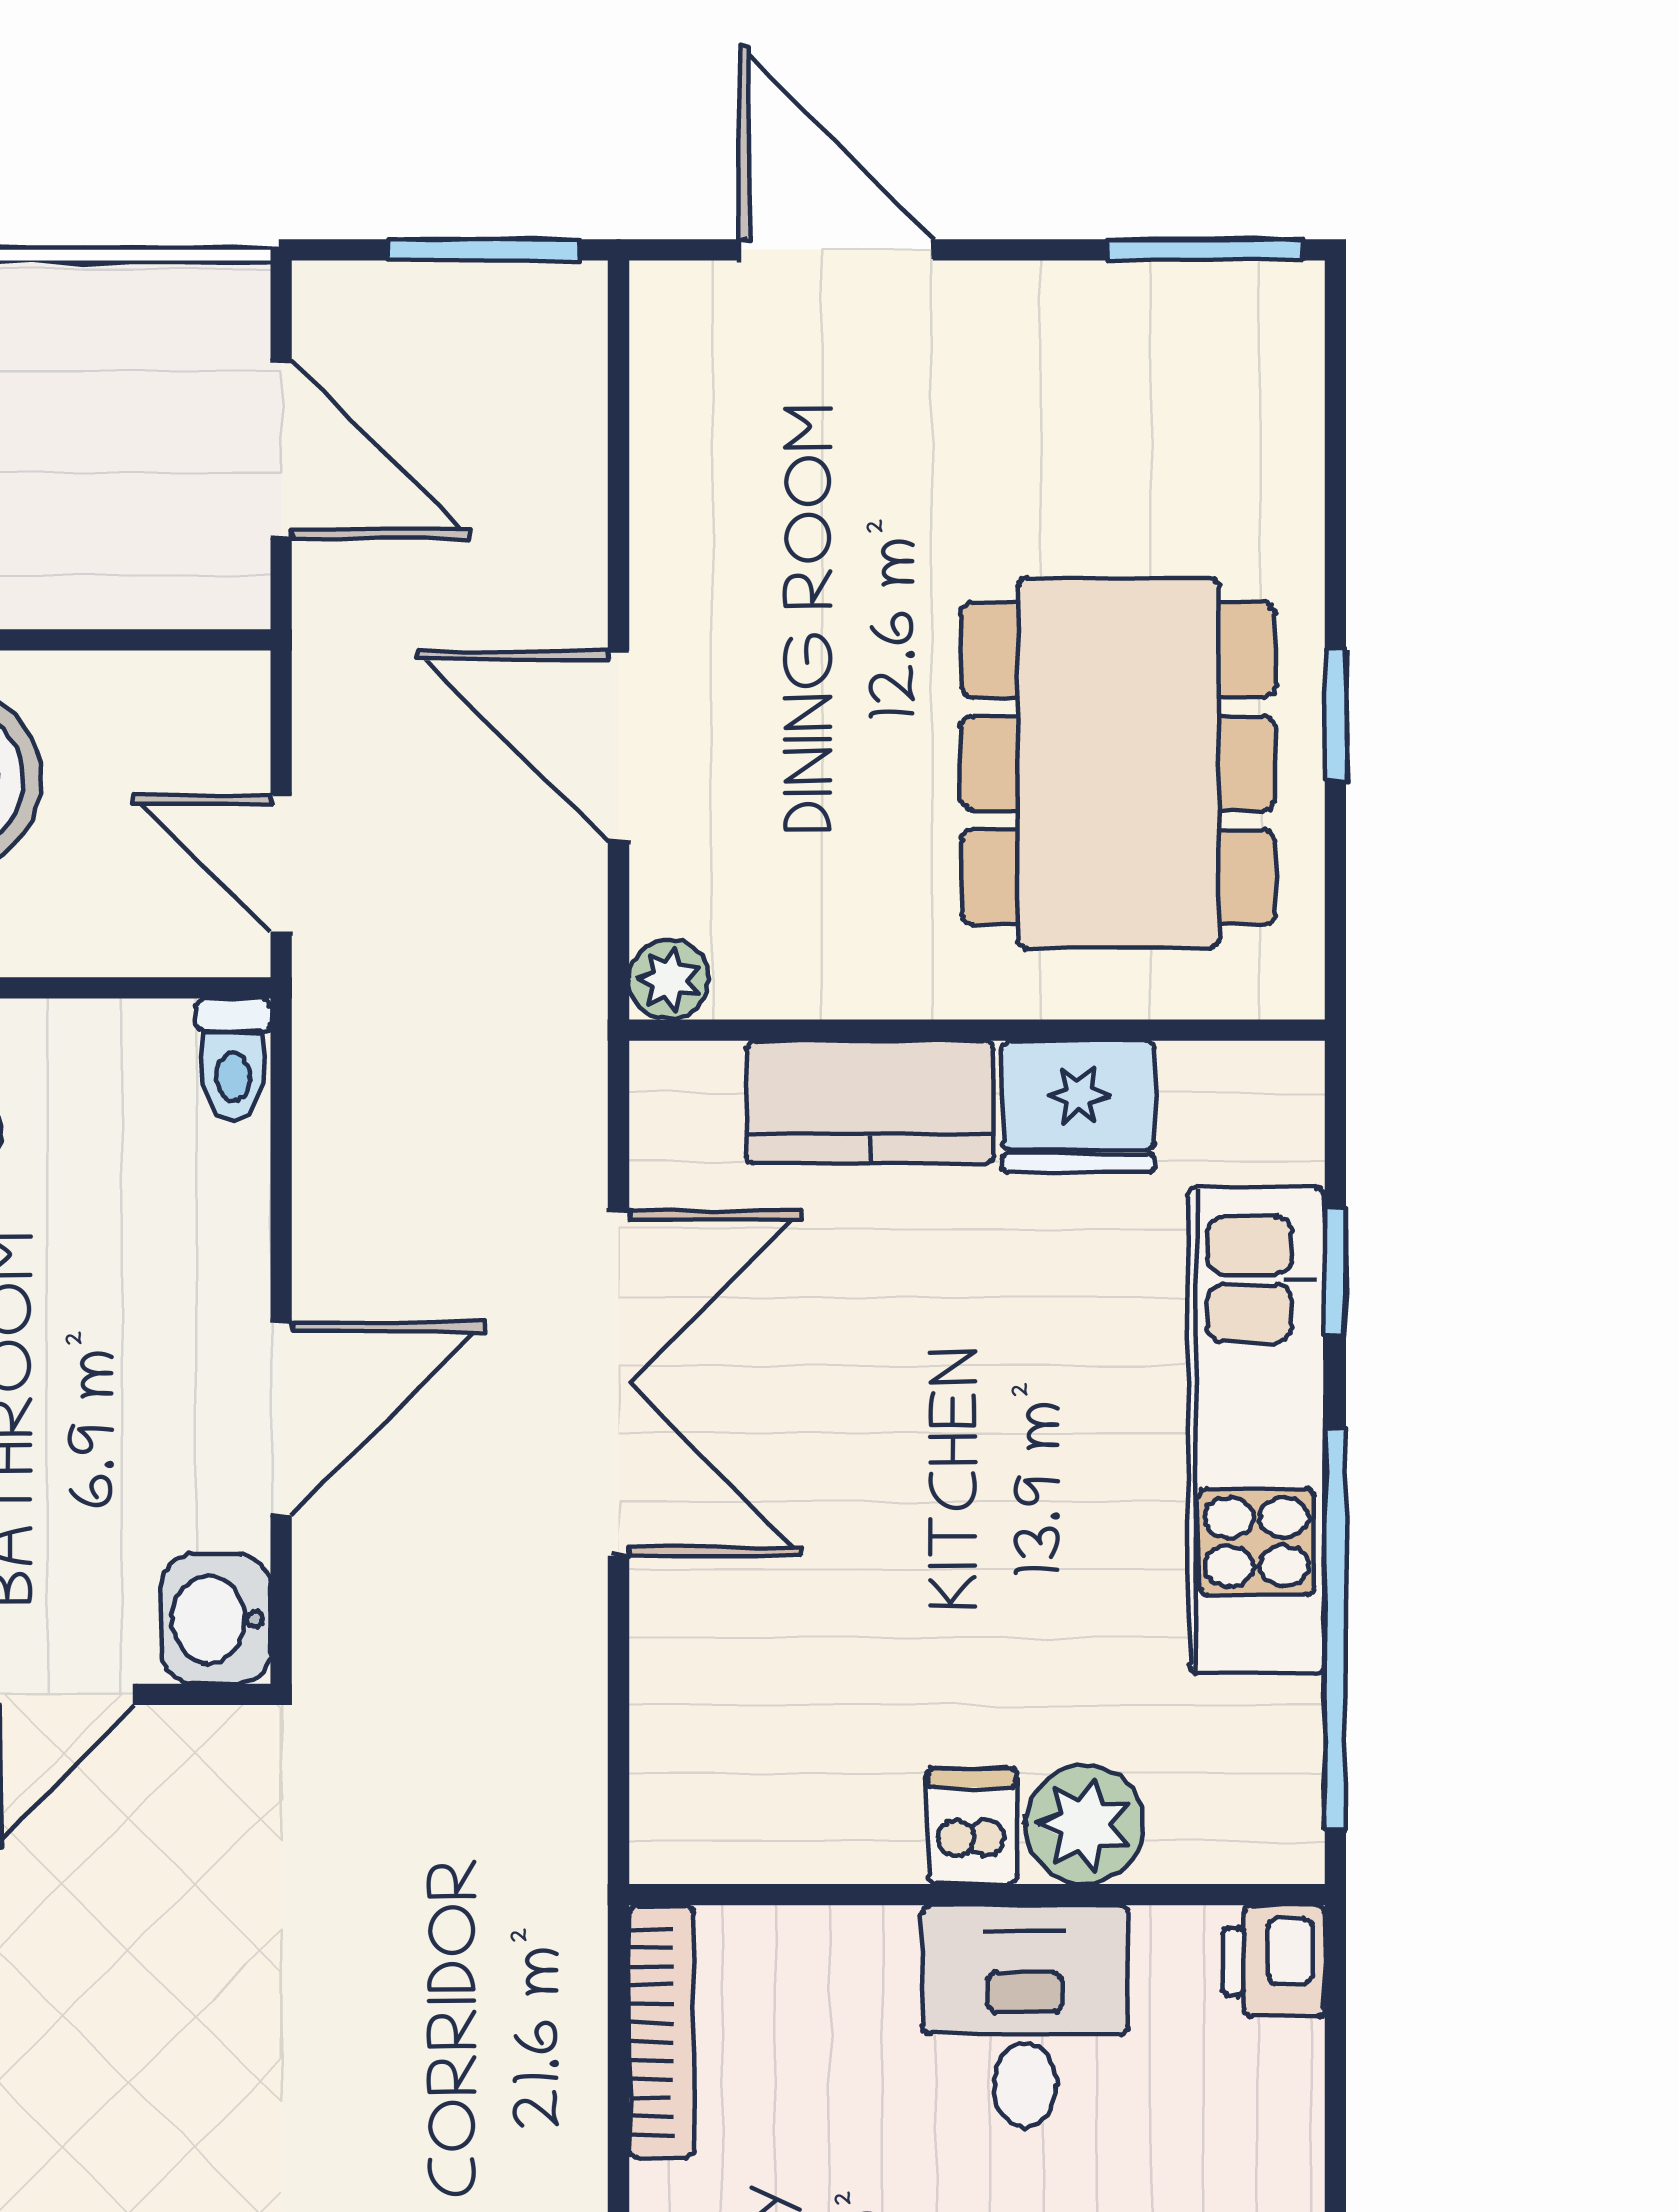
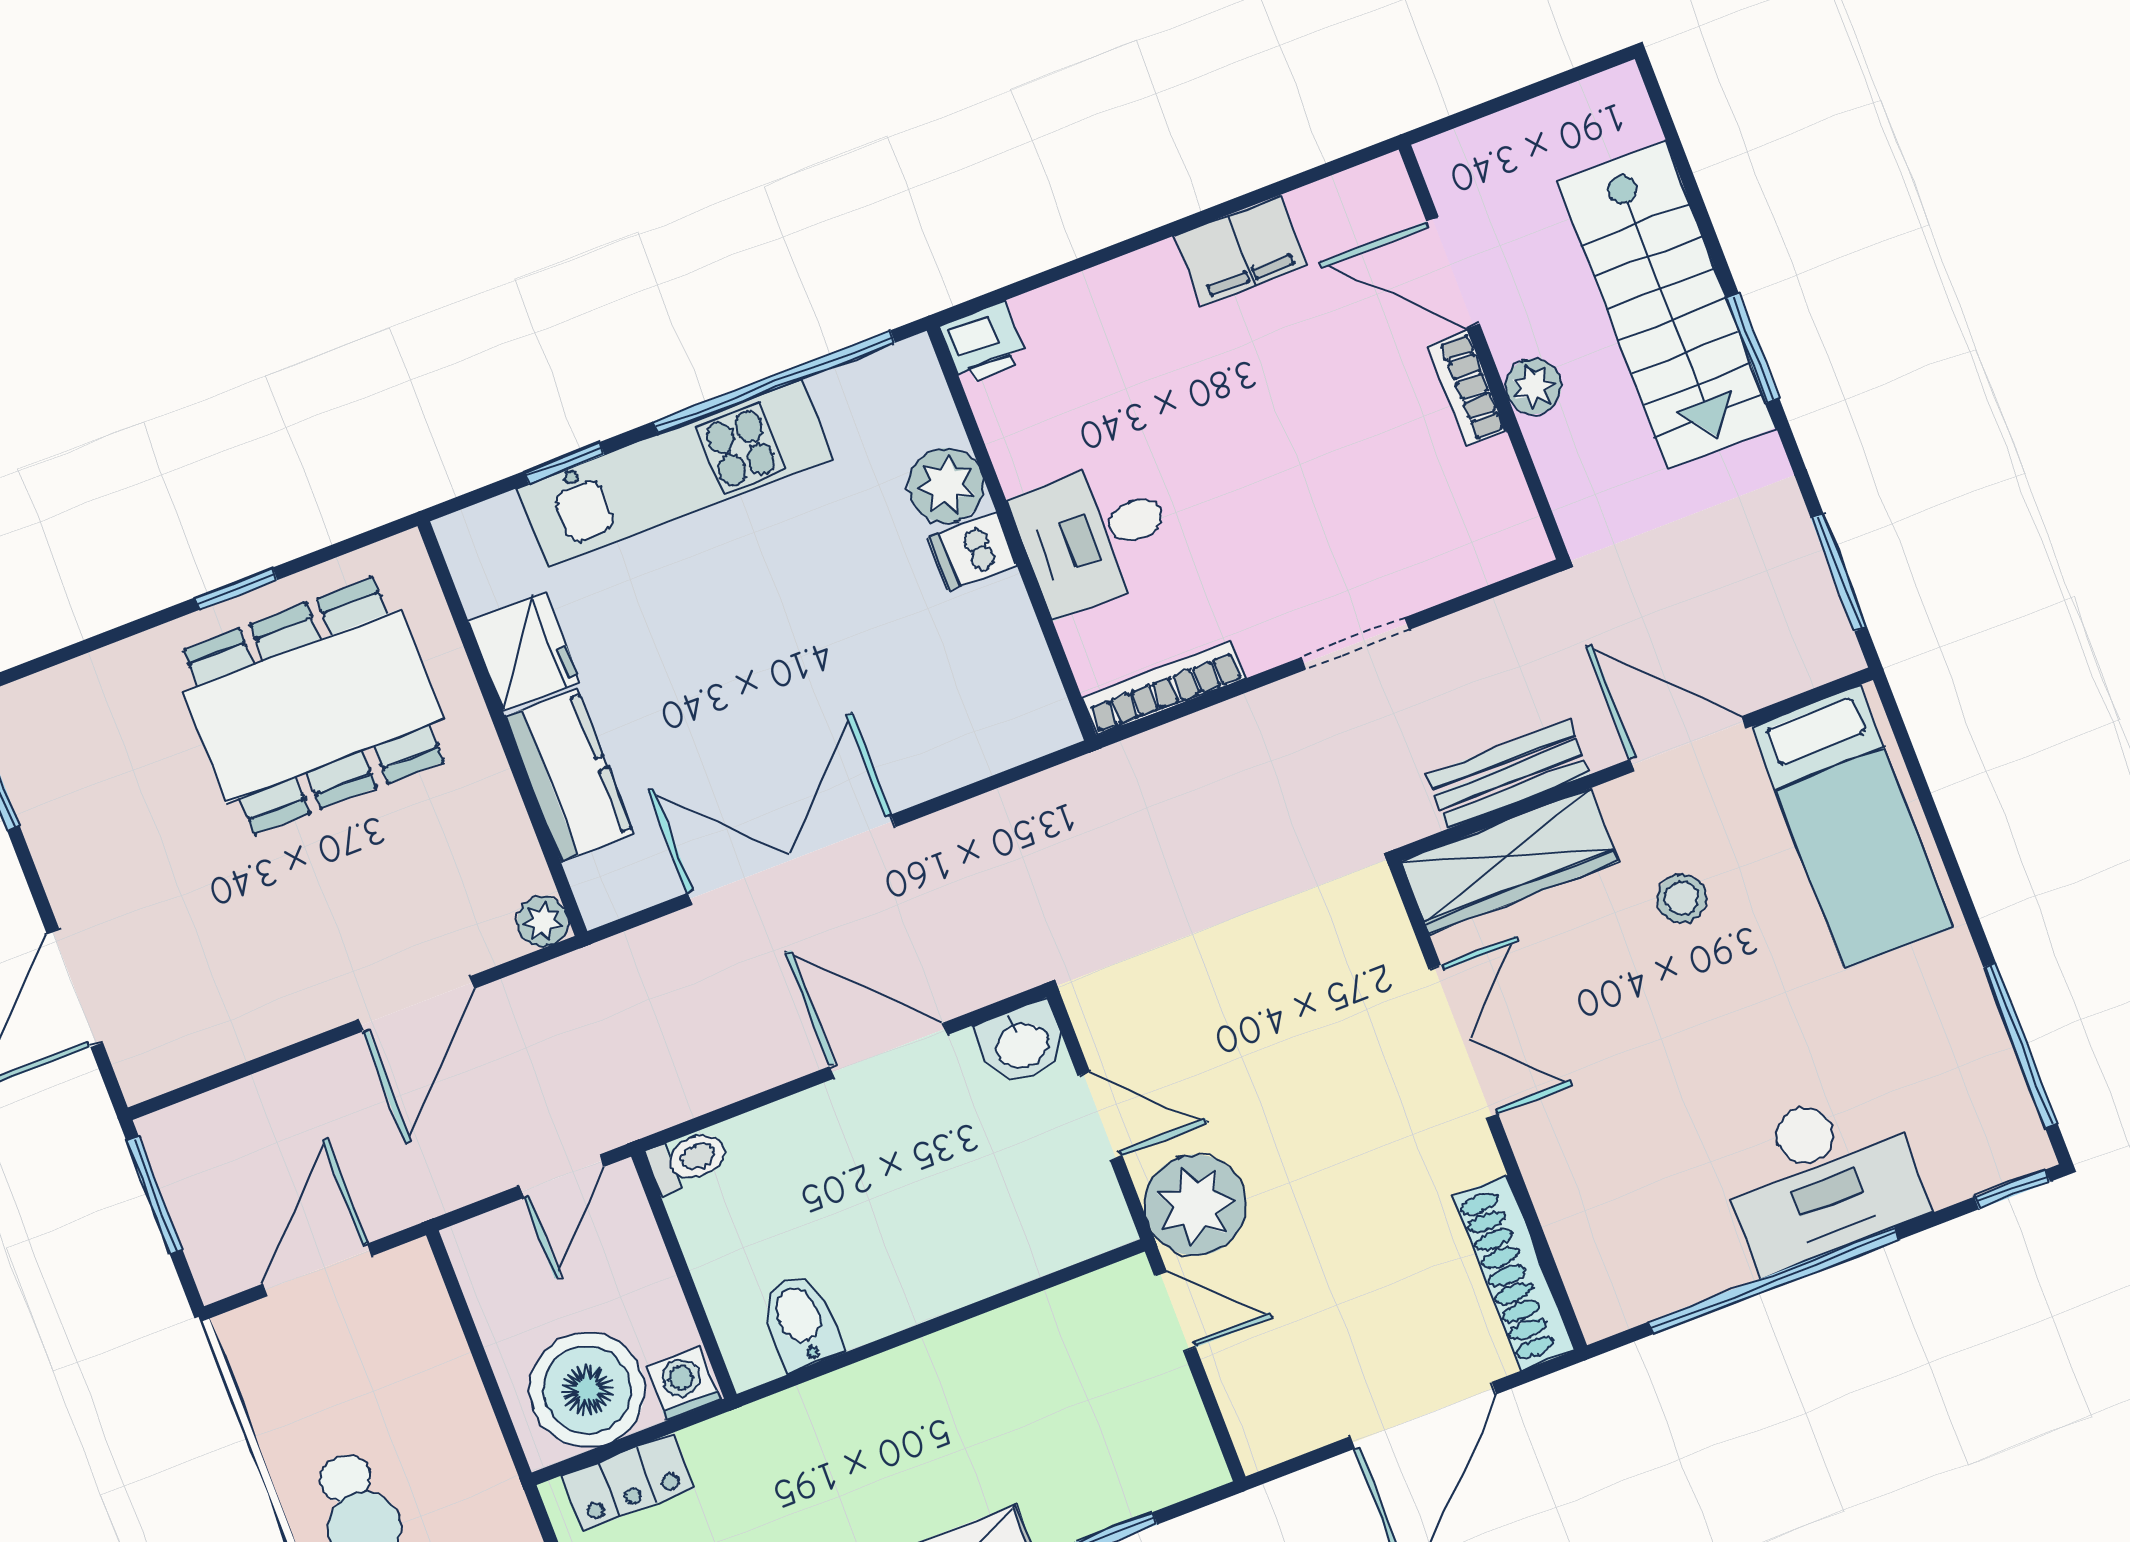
desk: (1025, 2017) -> (1095, 536), moved

